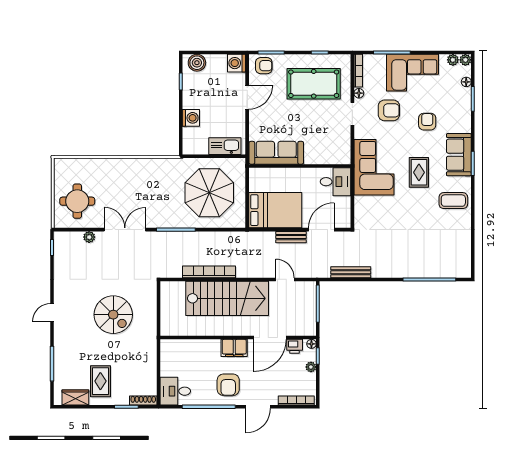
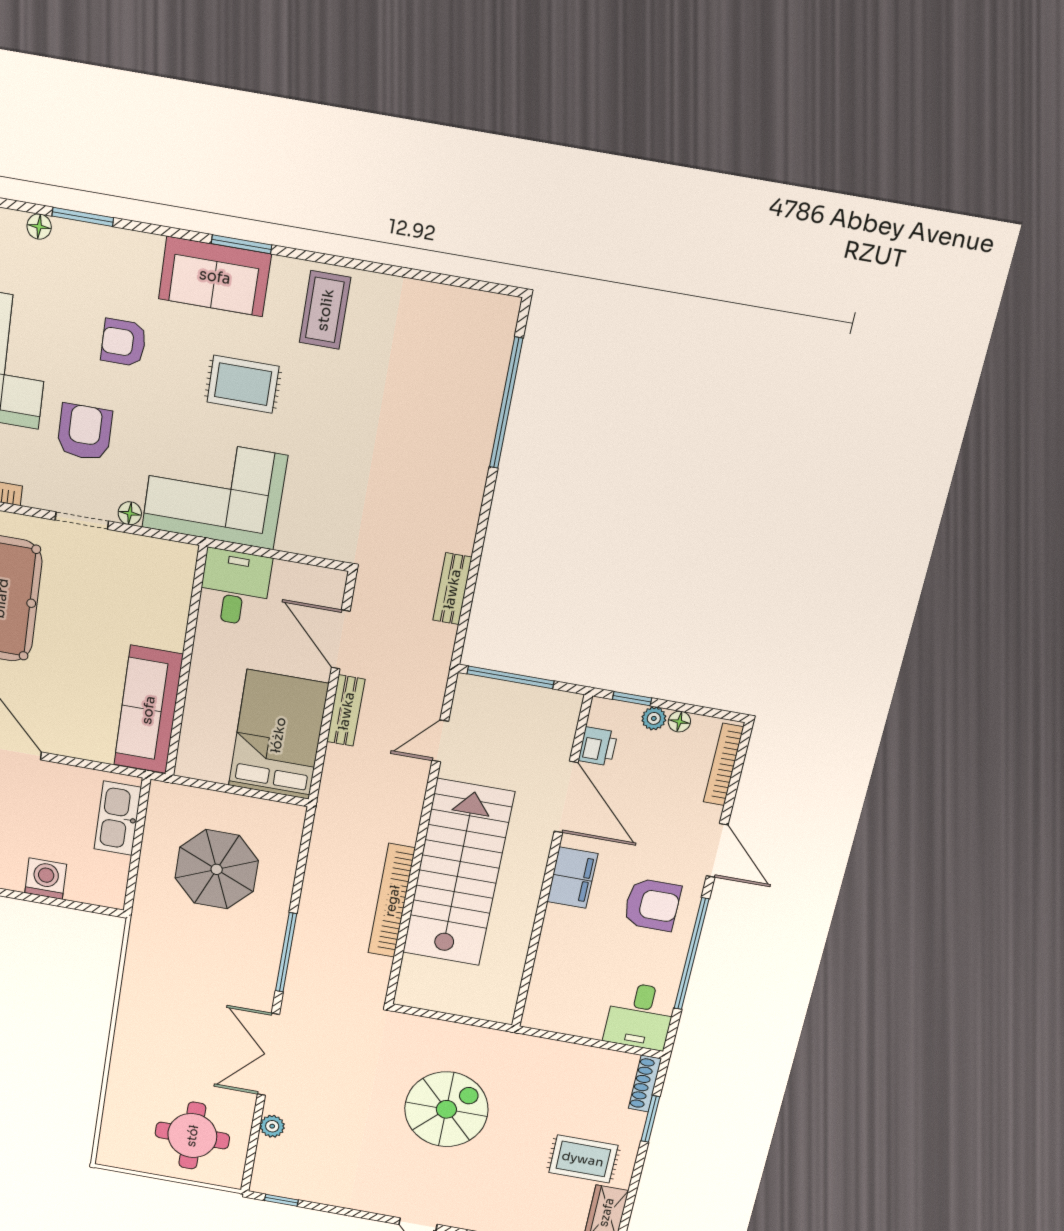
floor lamp: (359, 93) -> (130, 513), moved
parasol: (209, 193) -> (217, 869), width x0.73, depth x0.73
bench: (351, 272) -> (452, 589), width x0.73
floor lamp: (311, 344) -> (679, 722), moved

